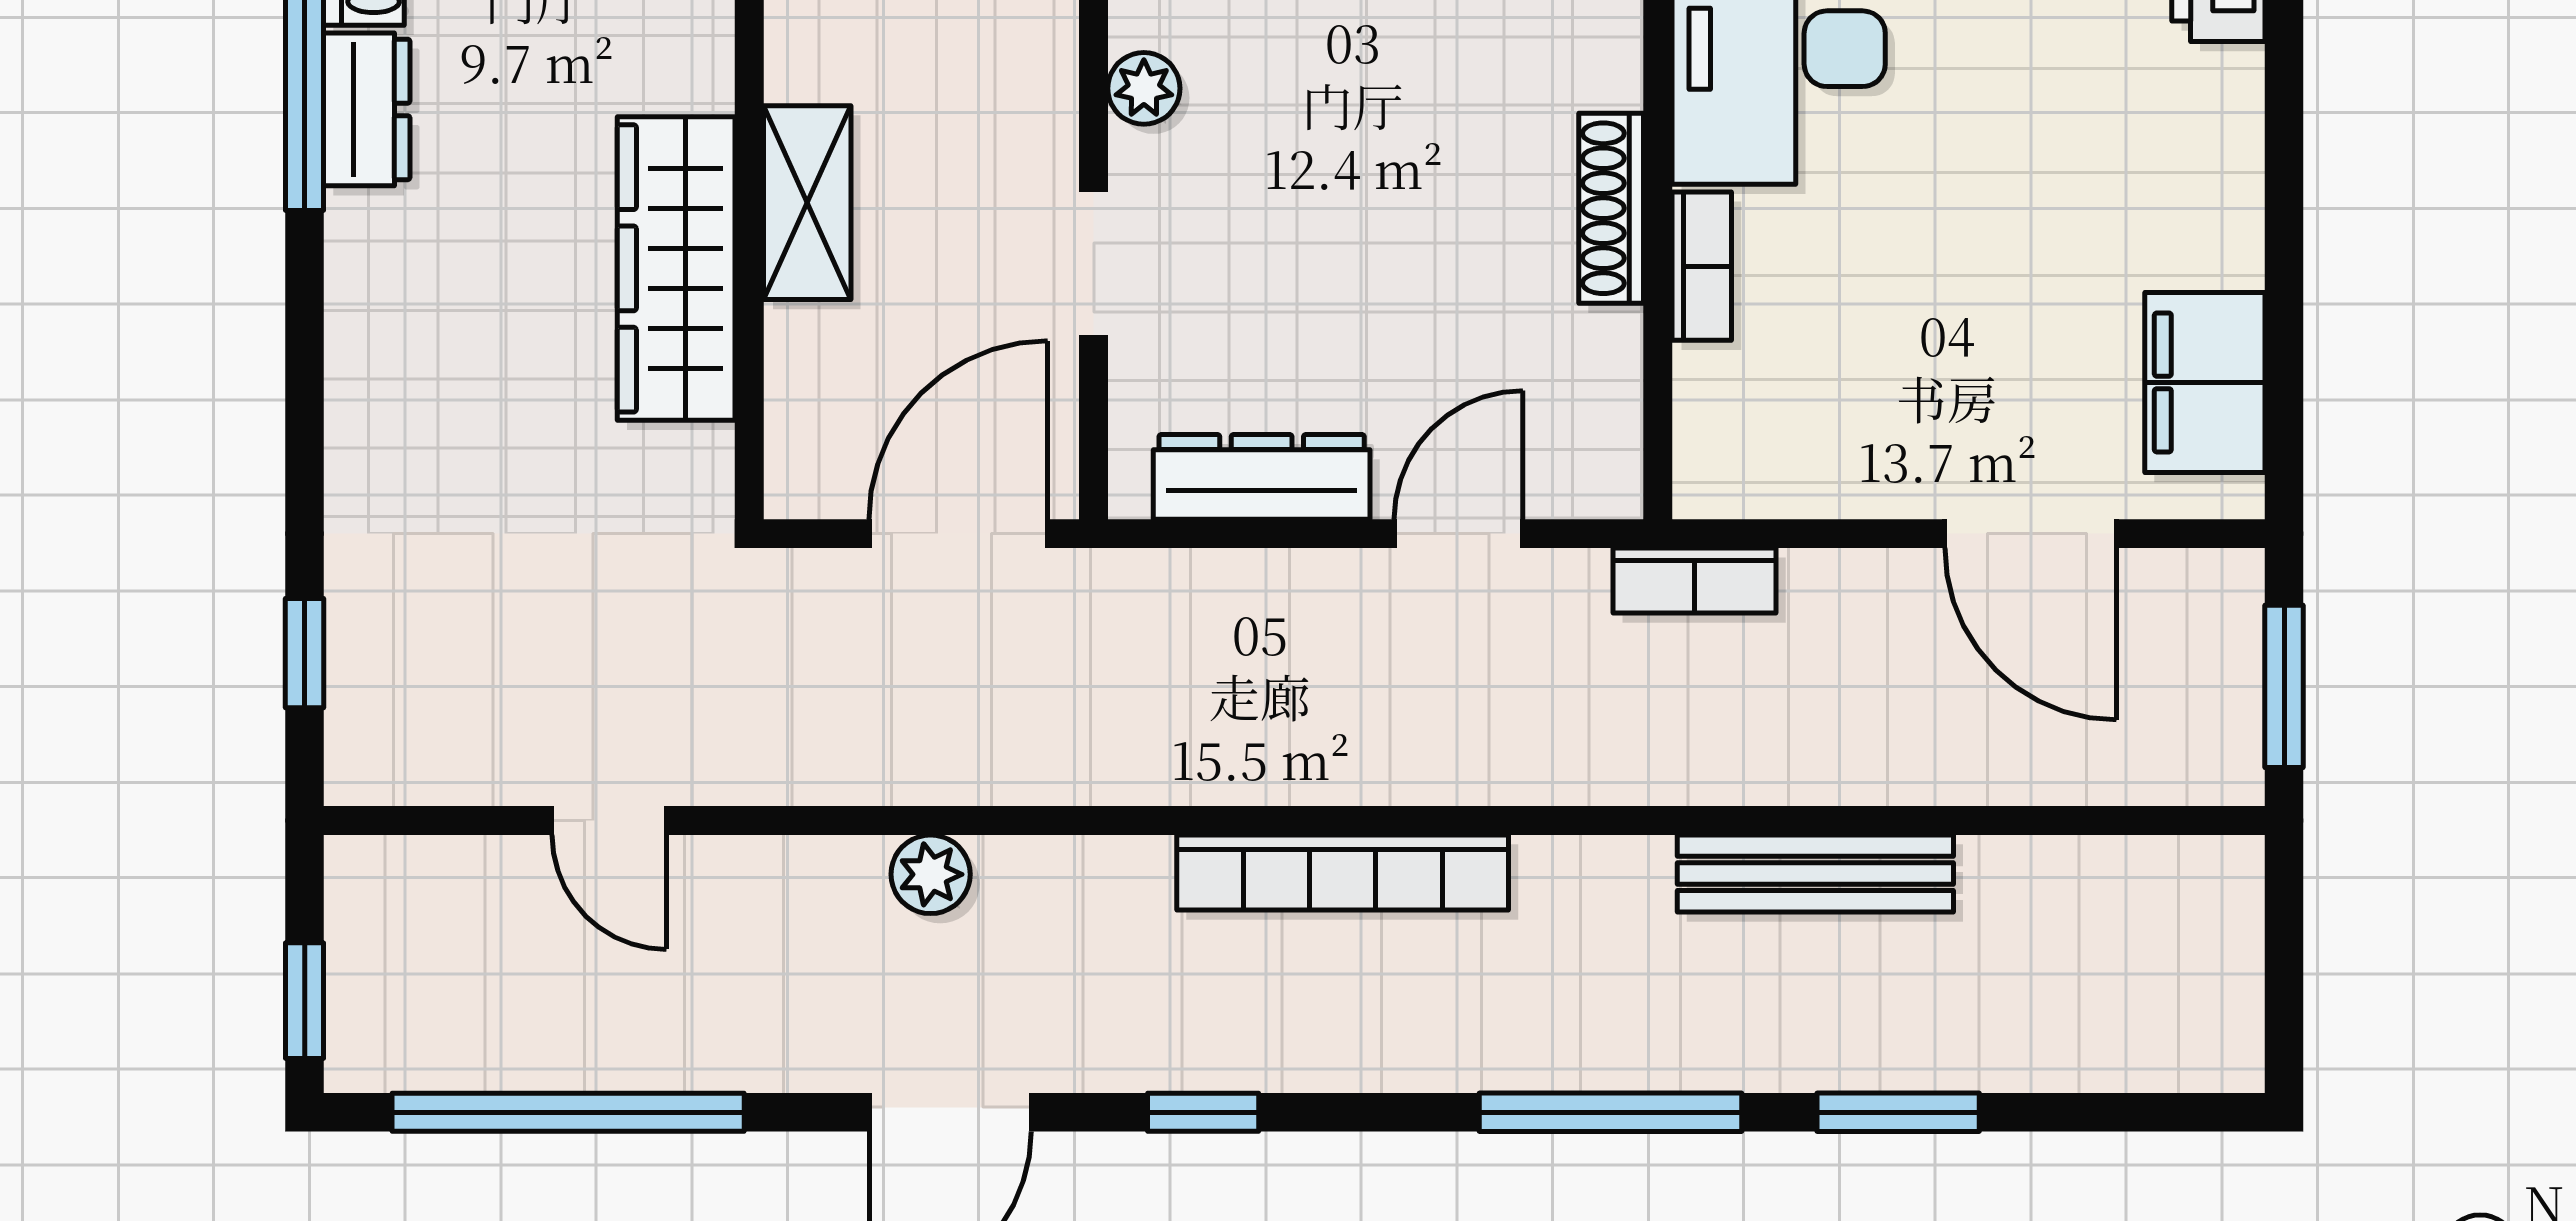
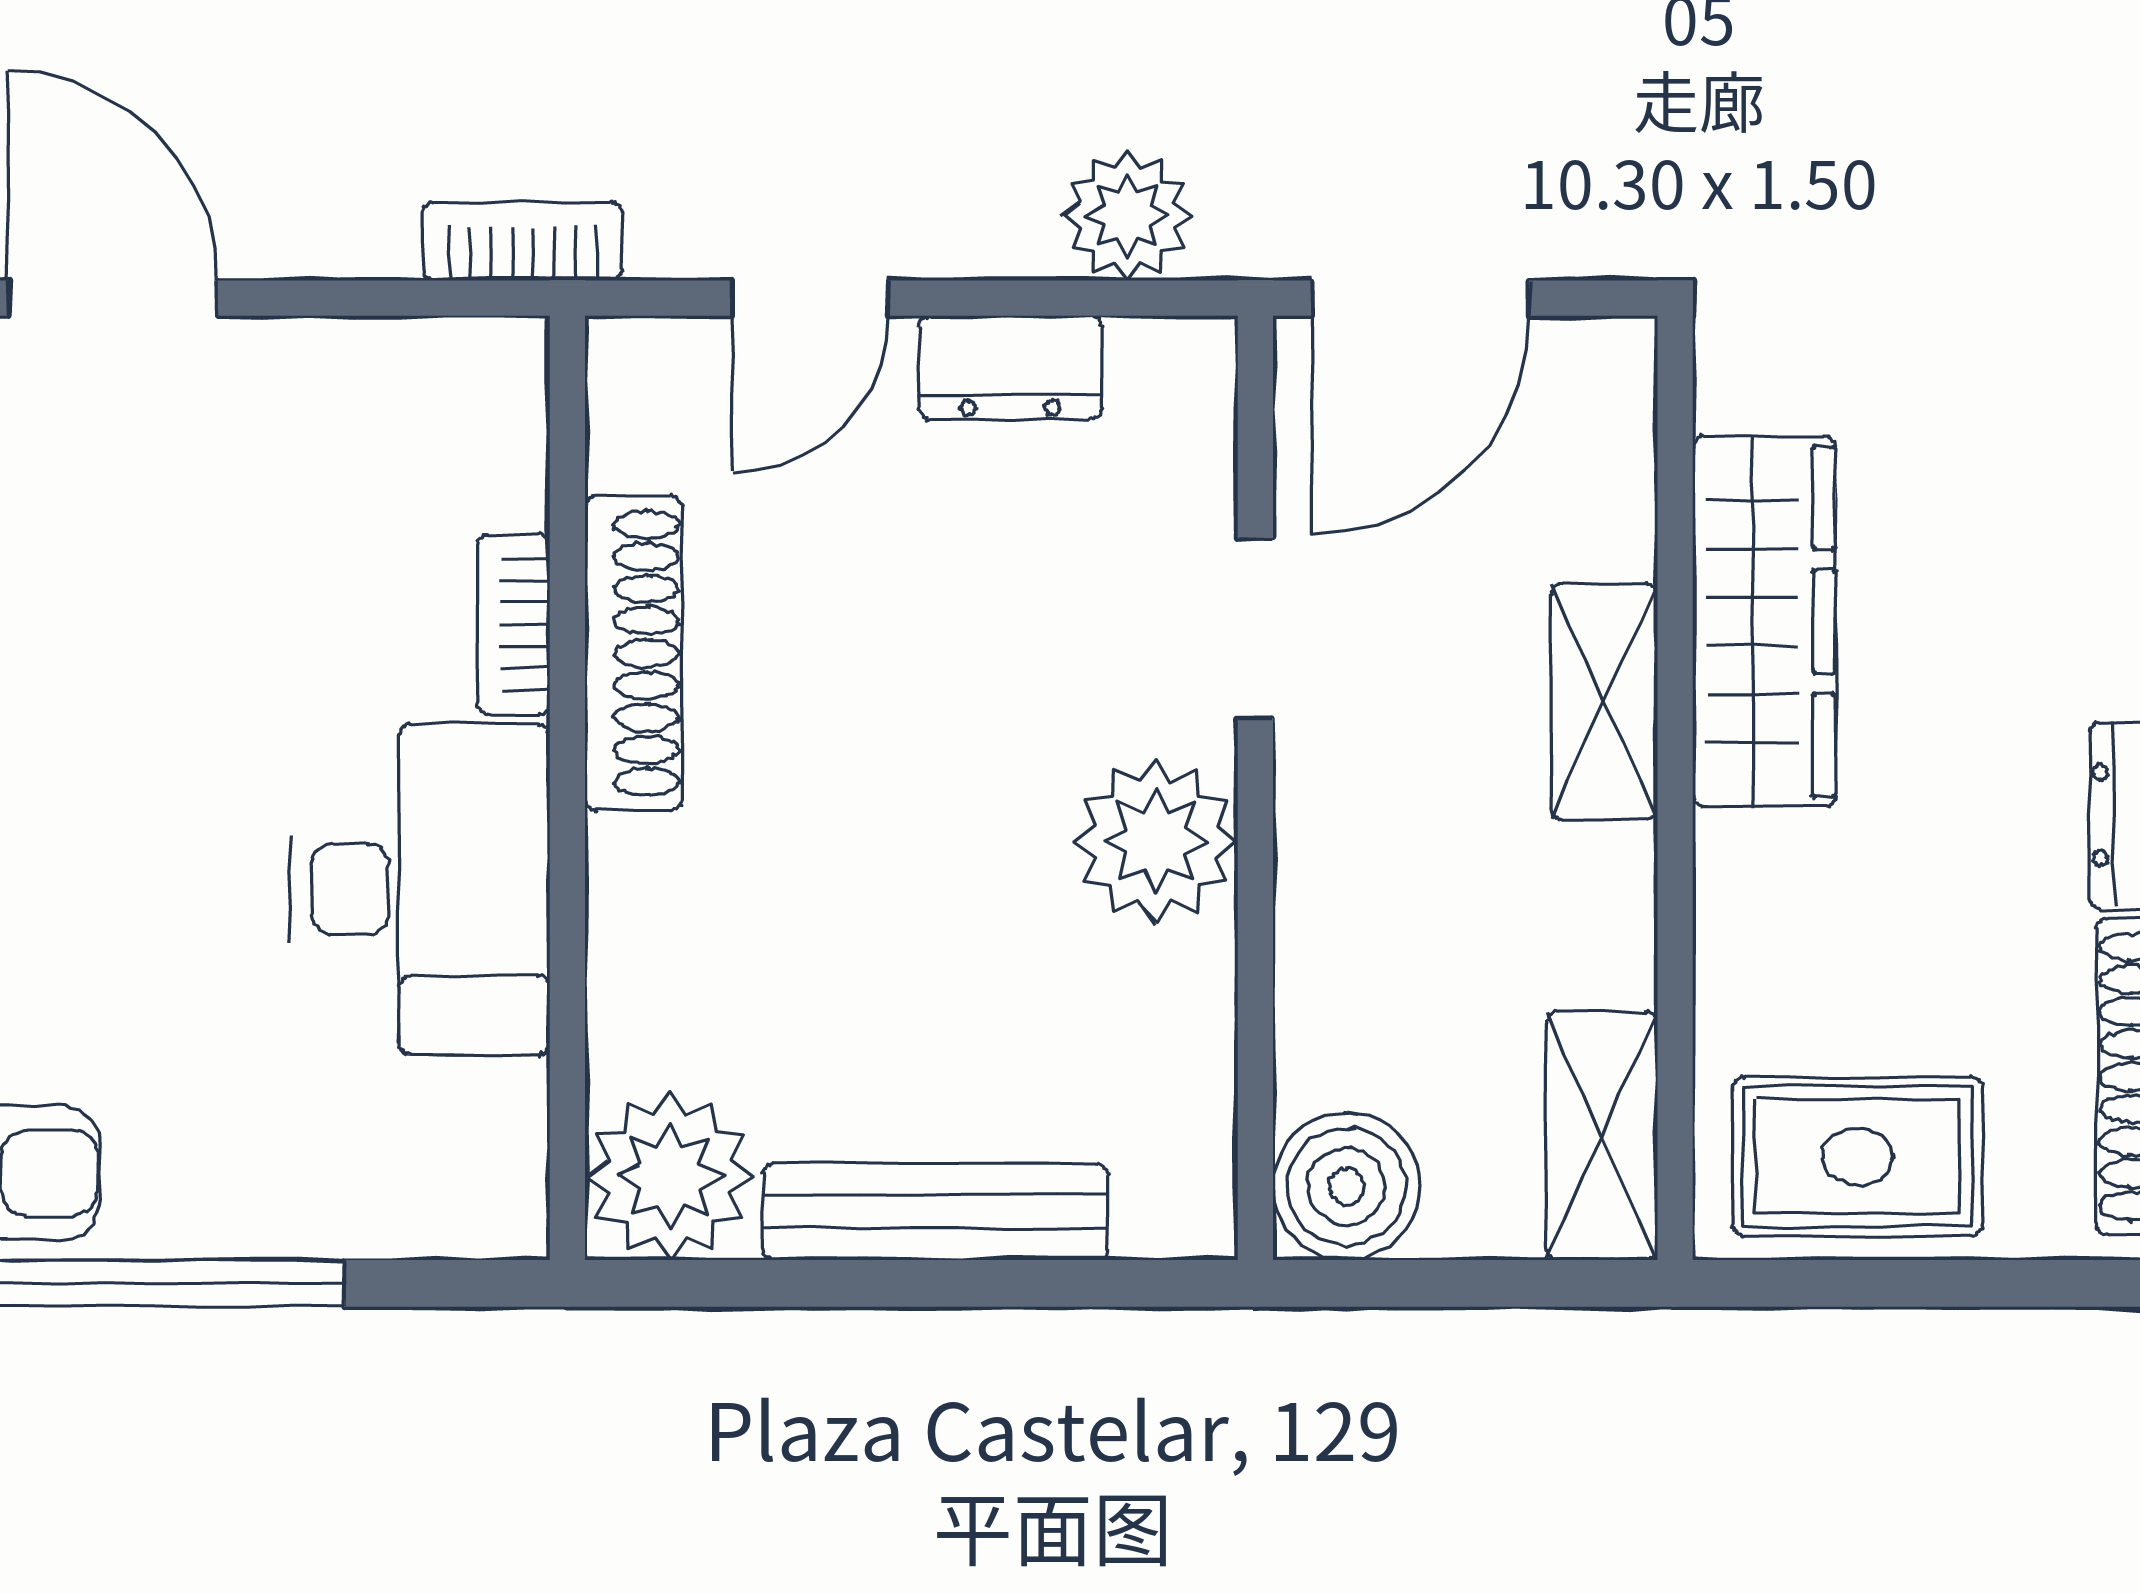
plant: (1144, 88) -> (1156, 841), width x1.87, depth x1.87
shoe rack: (1611, 208) -> (634, 653), width x1.36, depth x1.24
dresser: (1262, 477) -> (1010, 367), width x0.70
plant: (1199, 601) -> (1127, 216), added

